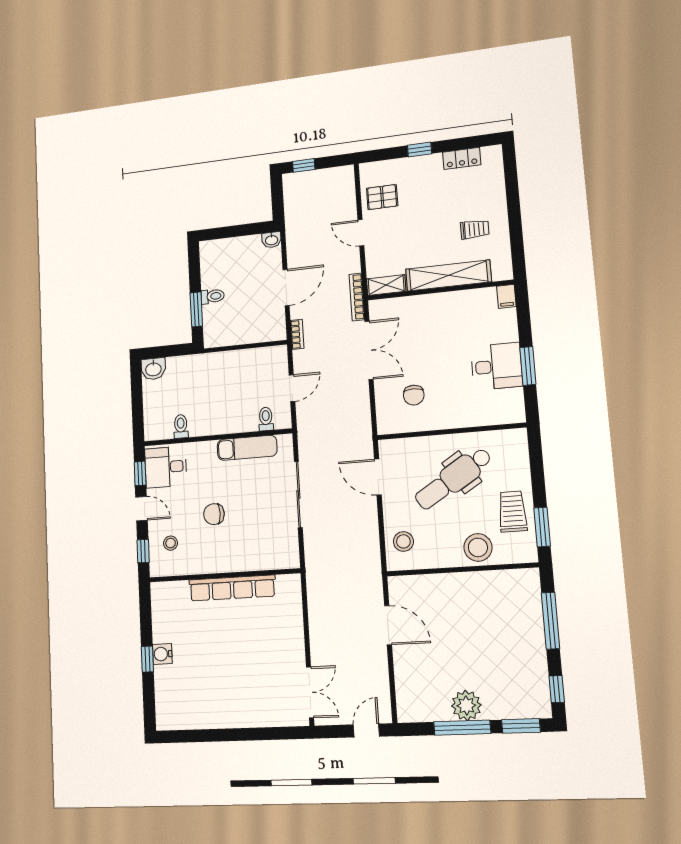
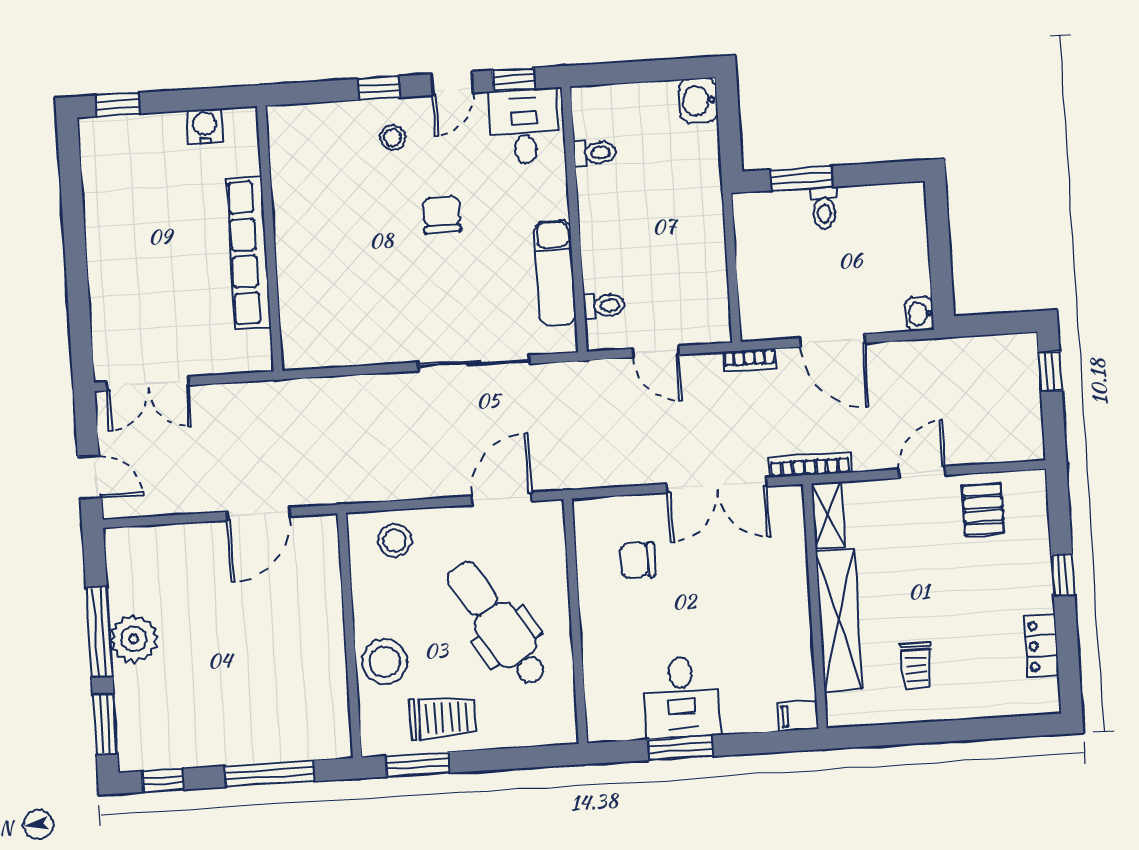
wall: (224, 575) -> (270, 238), moved
row of seats: (232, 588) -> (248, 253), moved
window: (147, 659) -> (118, 104), moved

